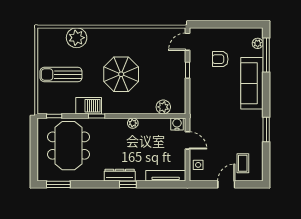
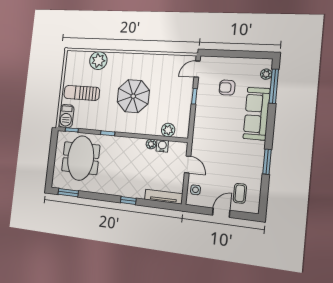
barbecue: (89, 106) -> (66, 116), moved, turned 90
plant: (133, 123) -> (151, 144), moved
water cooler: (177, 124) -> (162, 146), moved
dresser: (120, 175) -> (122, 191), removed

